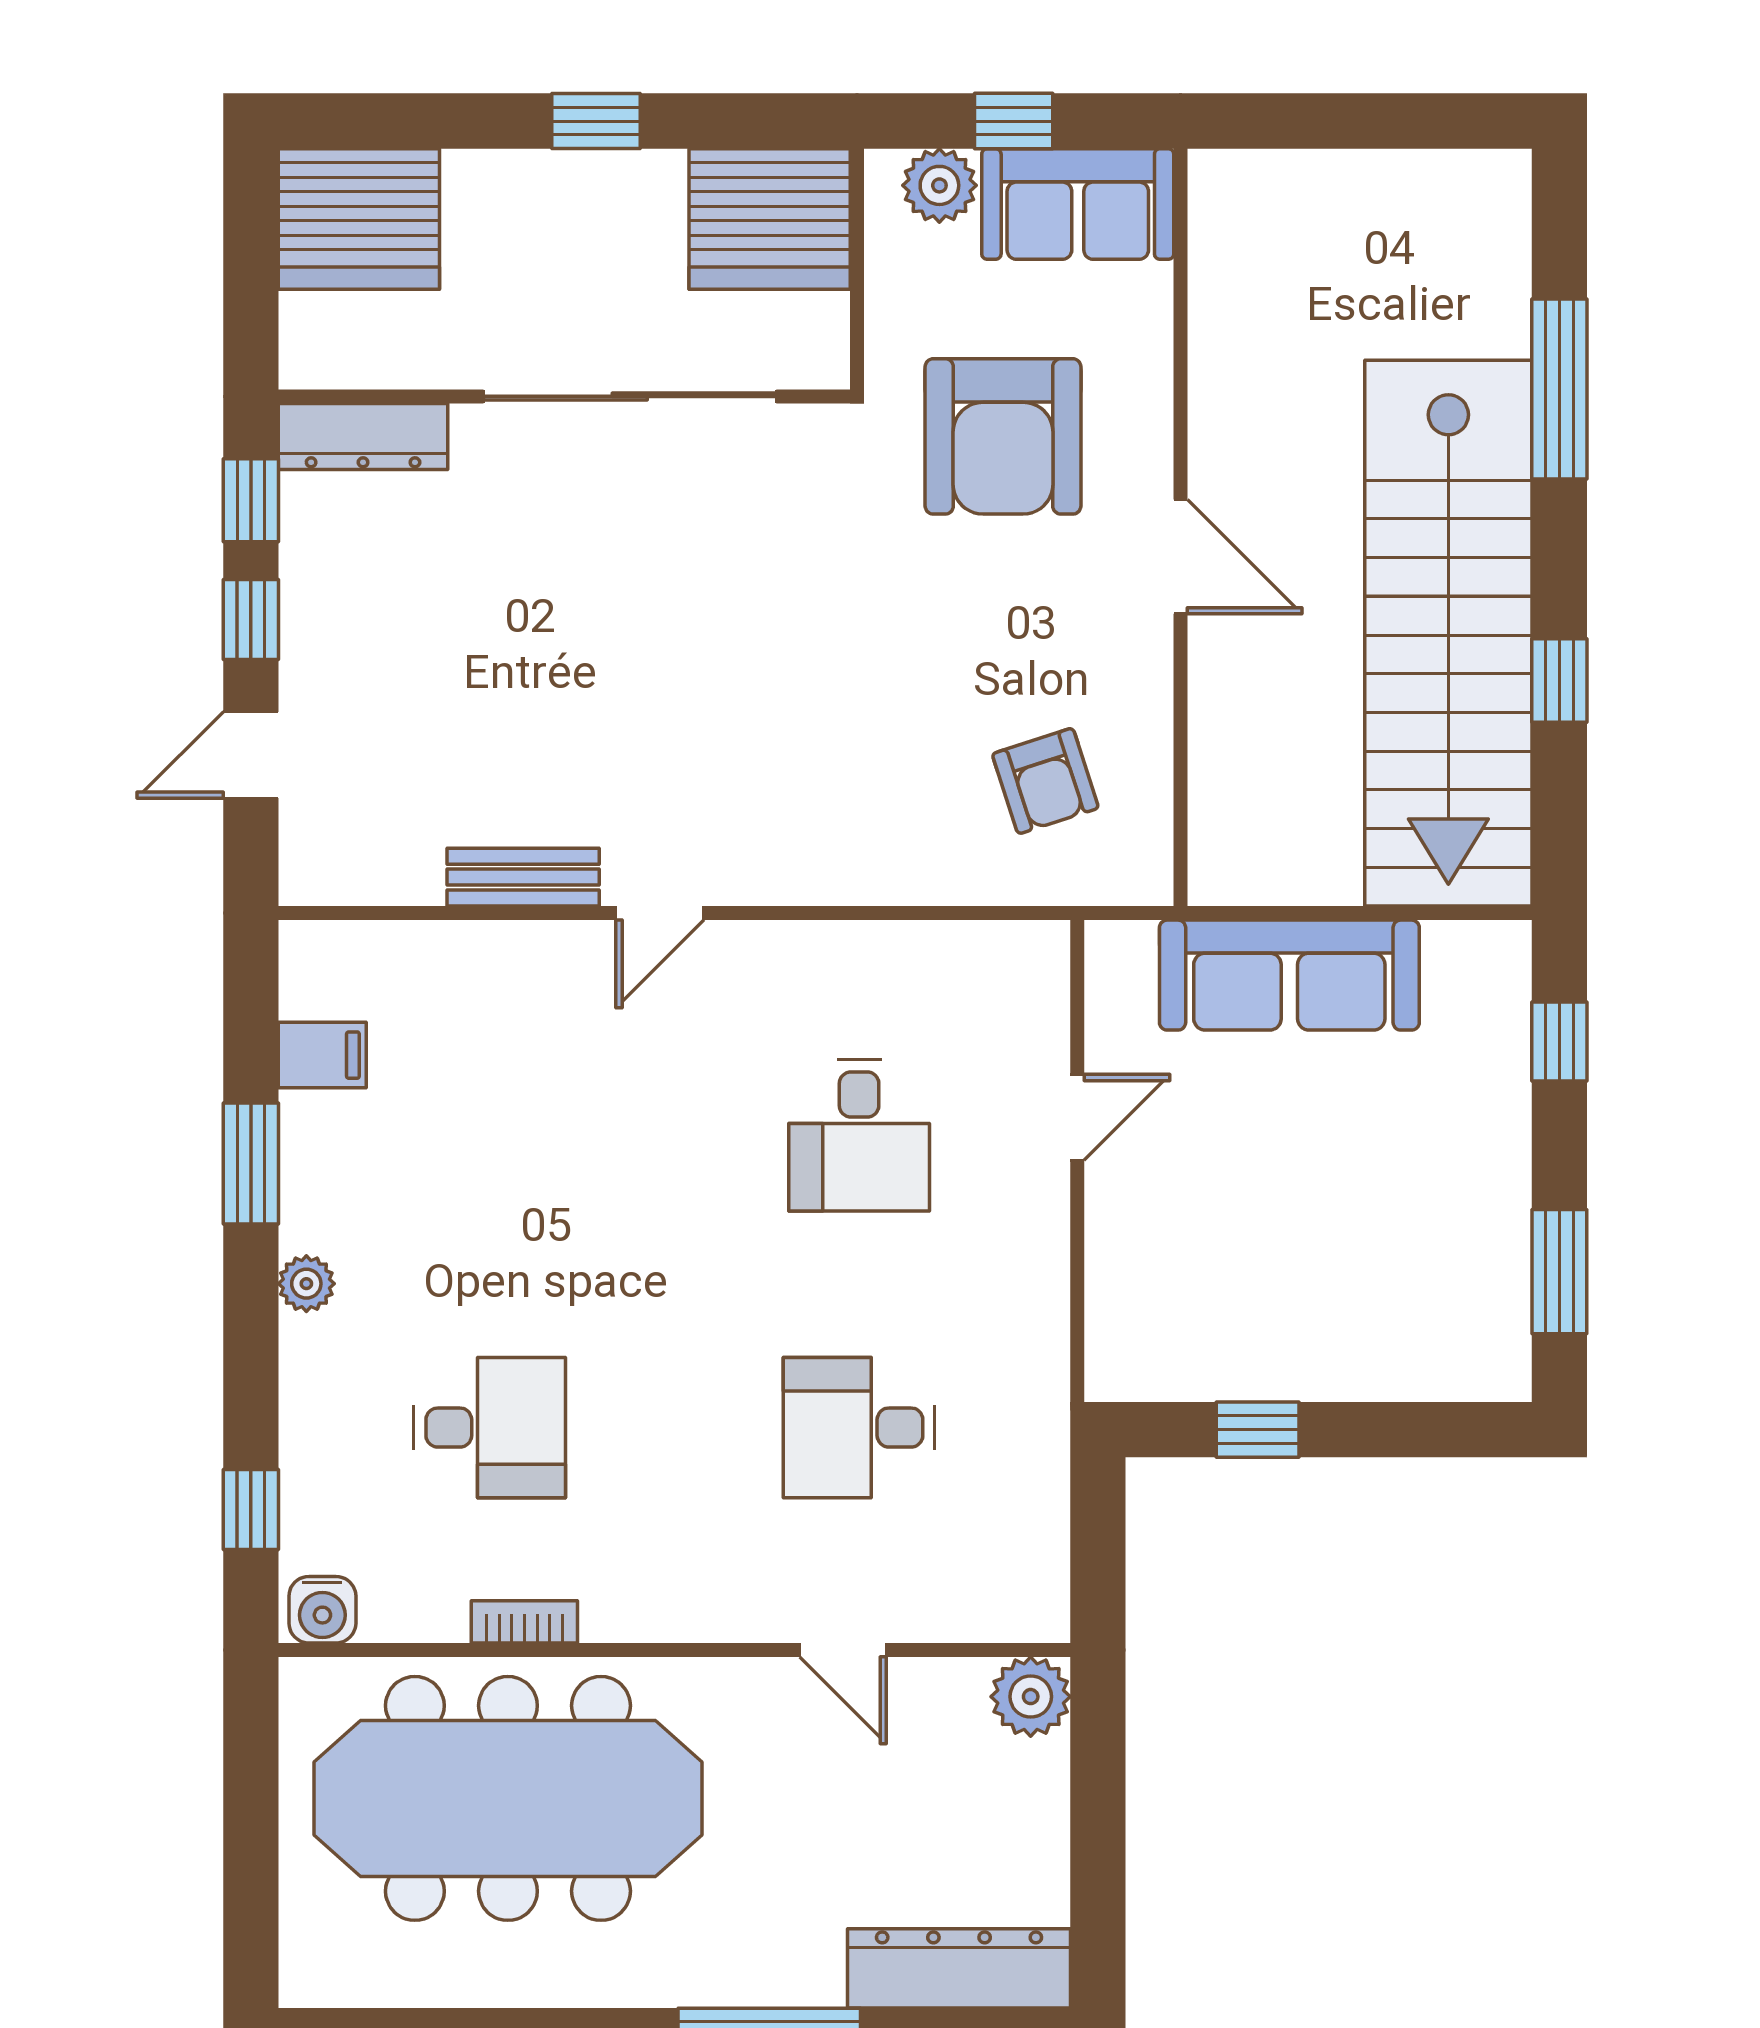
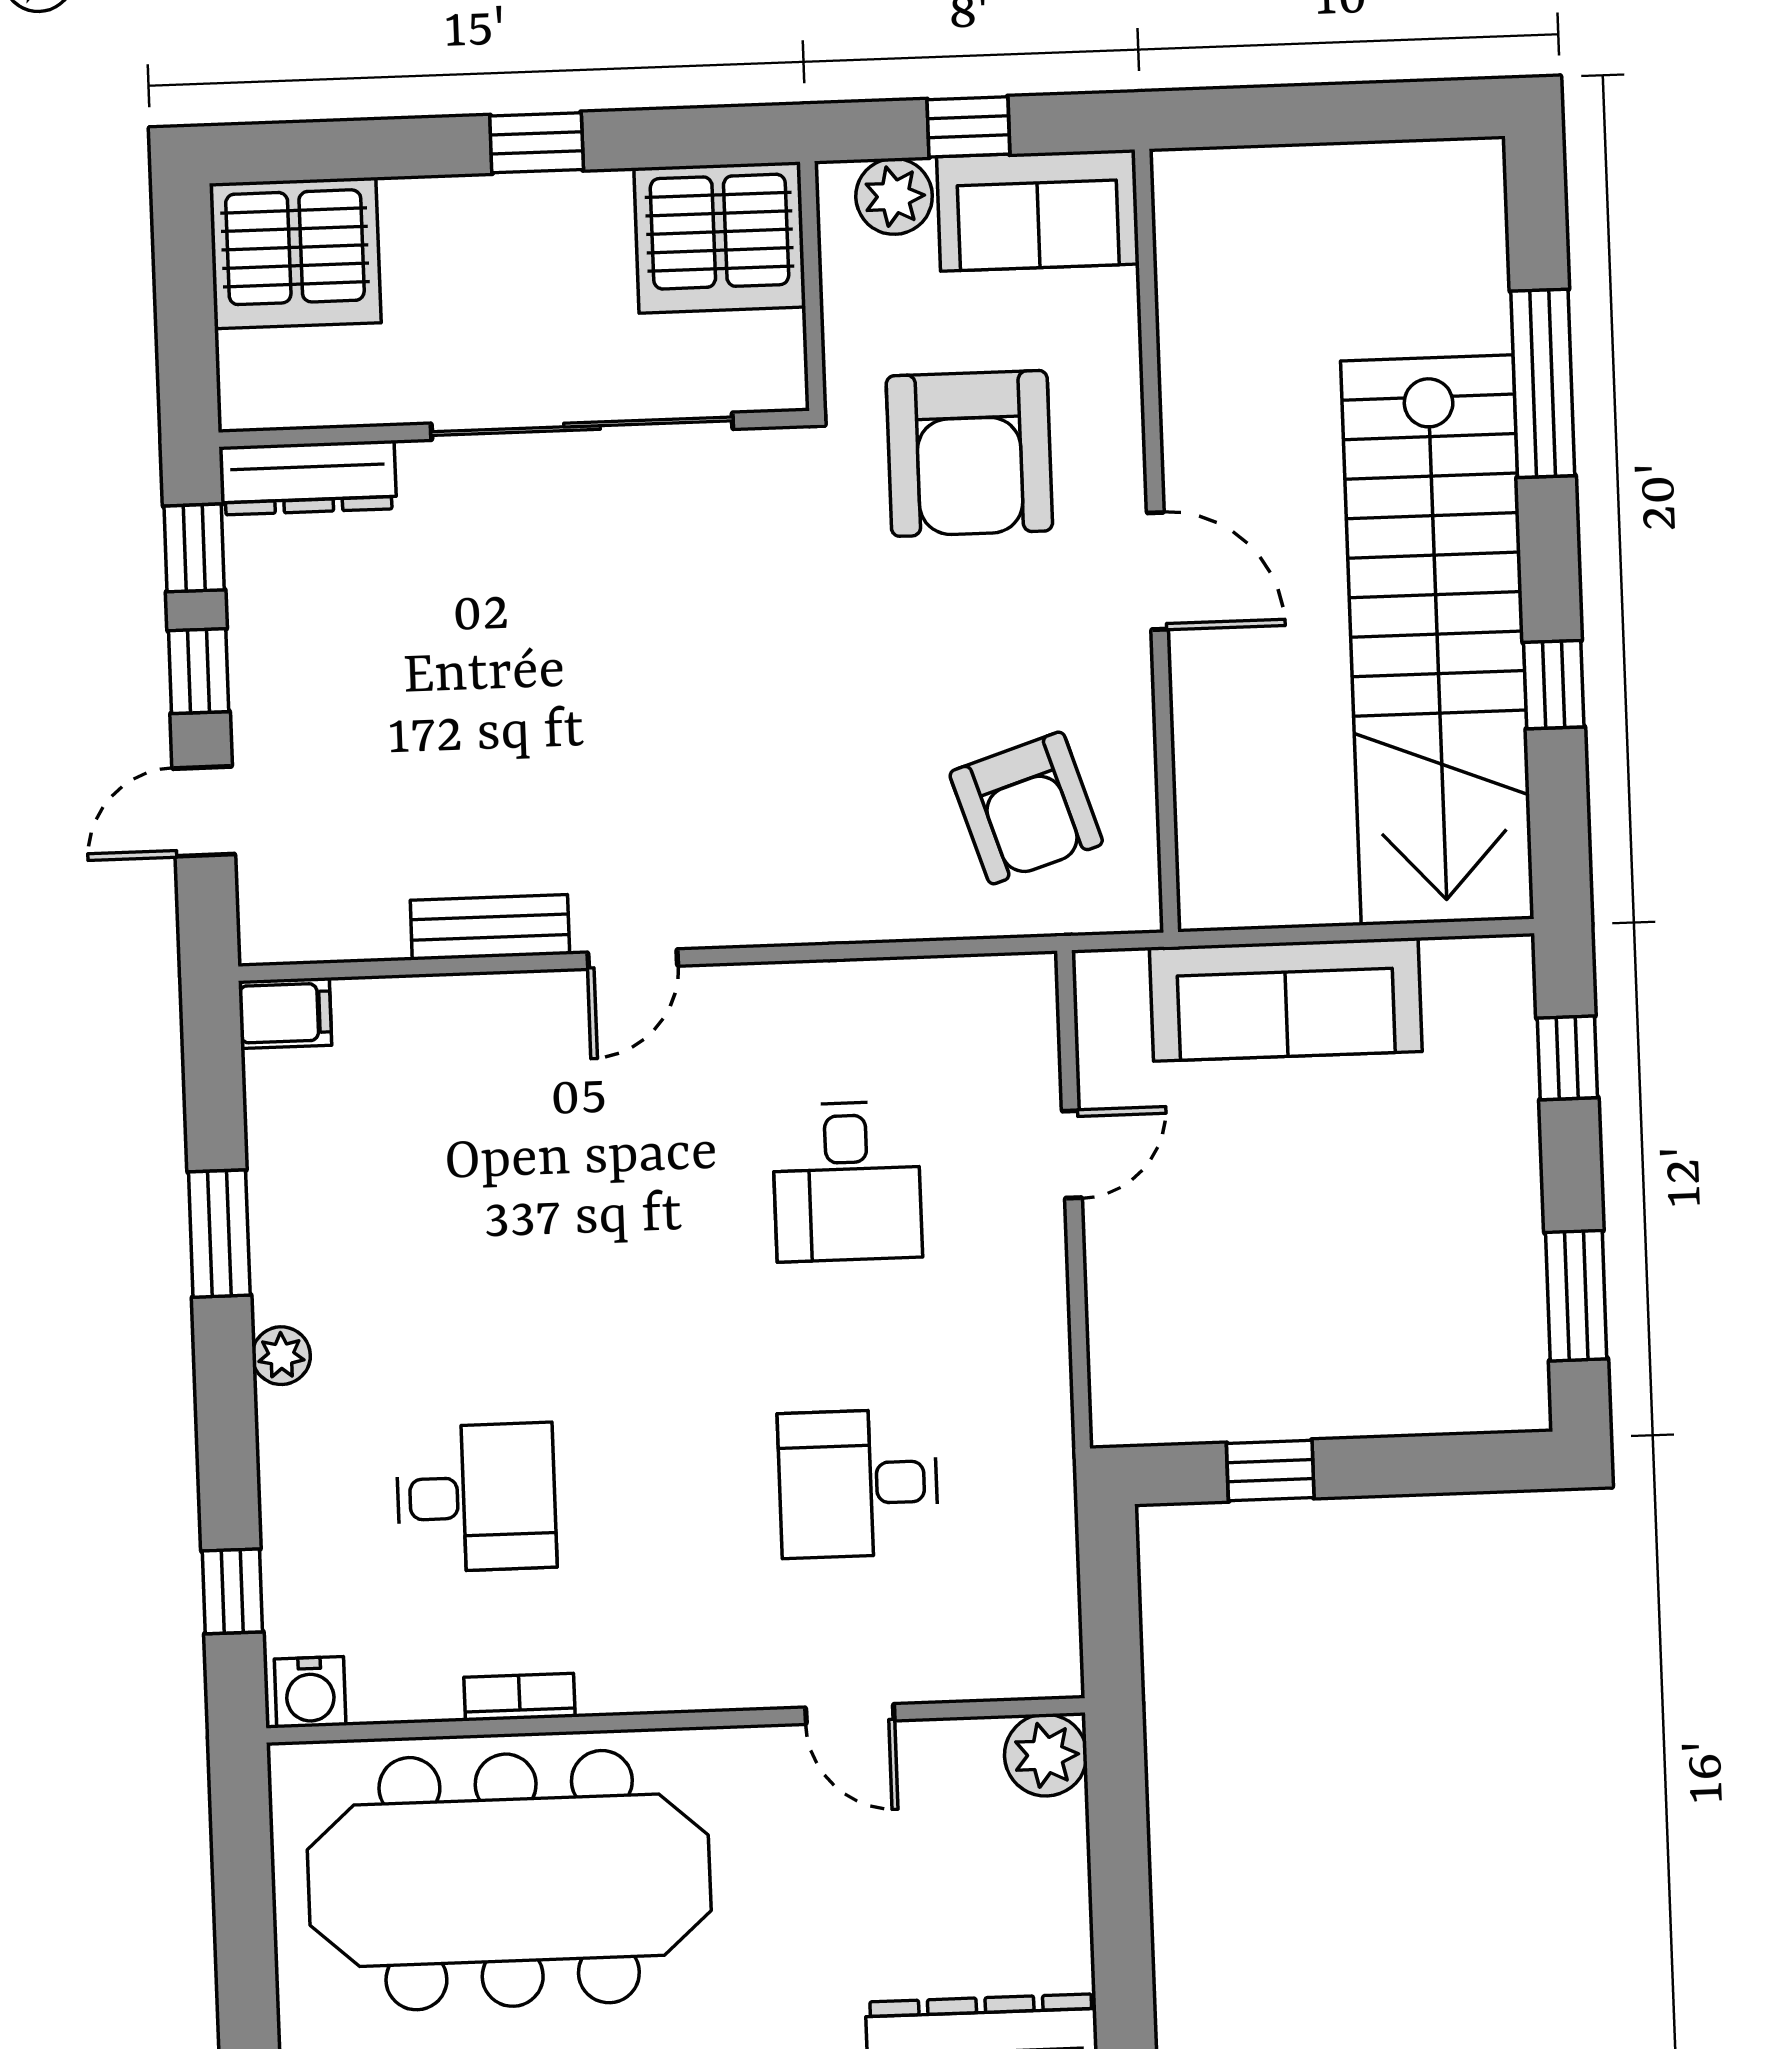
armchair: (1045, 781) -> (1026, 808), width x1.38, depth x1.38
filing cabinet: (322, 1055) -> (285, 1013), moved

